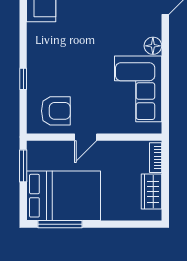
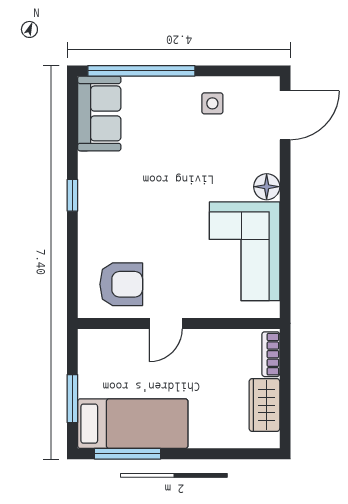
window: (23, 79) -> (72, 195), moved
window: (23, 166) -> (72, 399), moved
bed: (64, 196) -> (133, 424), width x0.67

